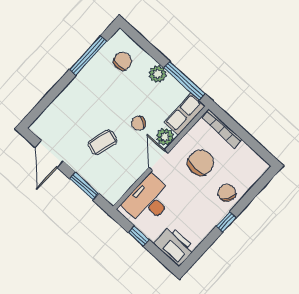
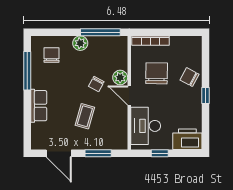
row of seats: (185, 114) -> (39, 106), moved, turned 180

